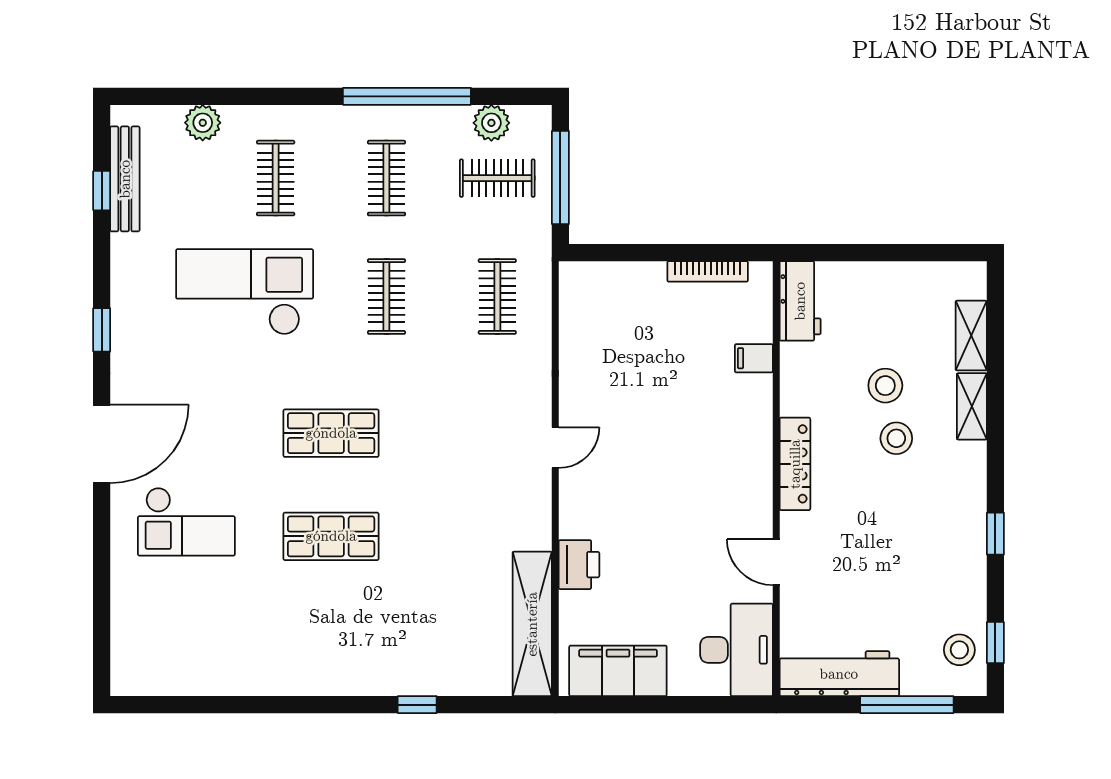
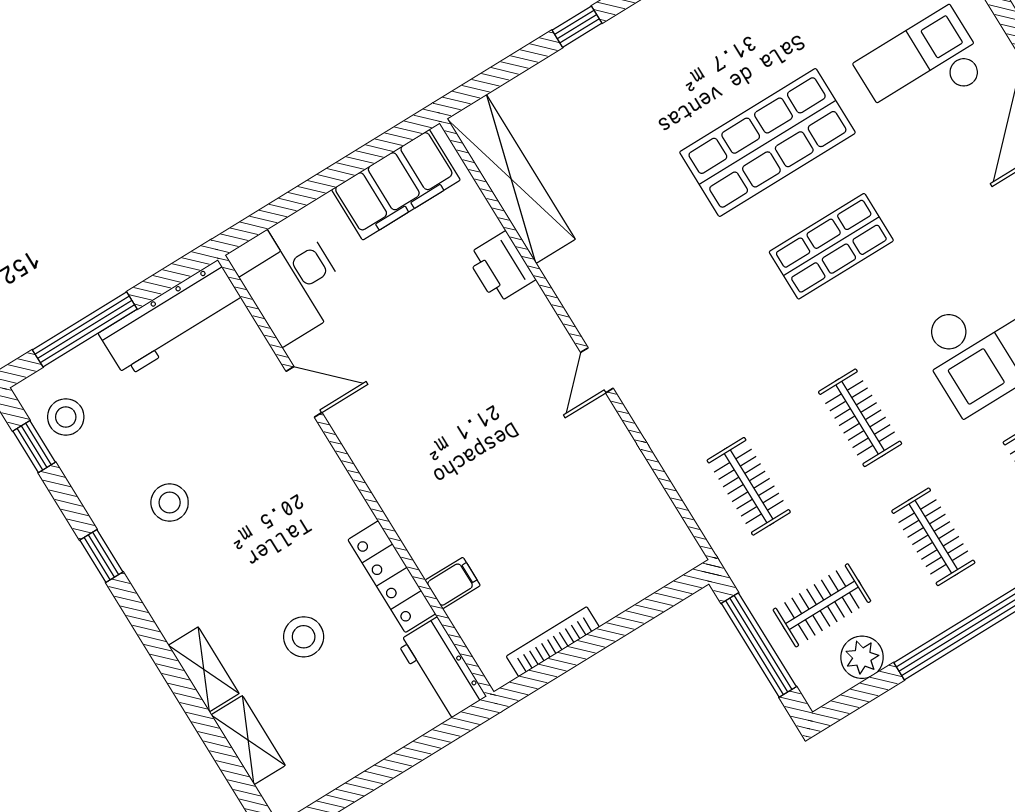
stool: (896, 438) -> (170, 503), moved
locker: (795, 464) -> (392, 577), moved
shop shelf: (331, 536) -> (767, 142), width x1.43, depth x1.36

